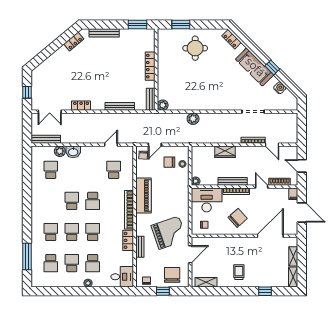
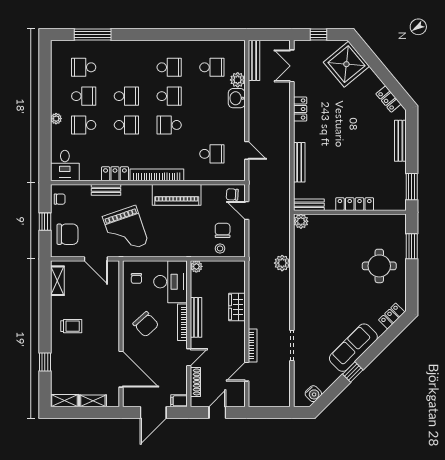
shower: (48, 72) -> (346, 64), added
water cooler: (280, 88) -> (313, 394), moved
school desk: (51, 232) -> (169, 67), moved

